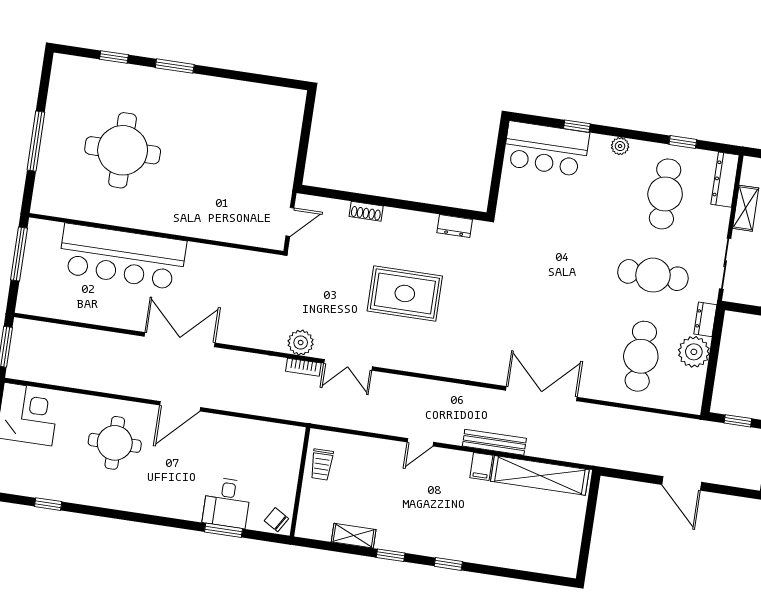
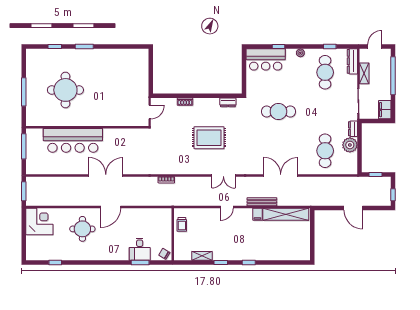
cafe table: (653, 275) -> (278, 112), moved
plant: (301, 343) -> (163, 168), removed
double door: (348, 365) -> (223, 176), moved

